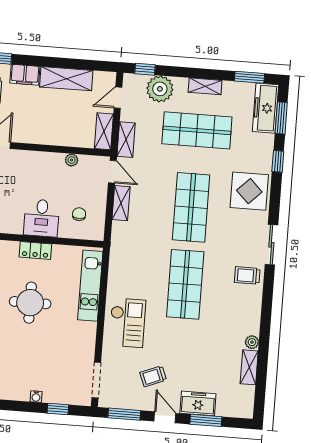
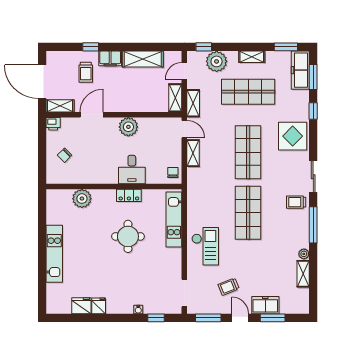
plant: (72, 160) -> (128, 127), moved, width x1.87, depth x1.87
chair: (79, 214) -> (173, 173), moved
window: (267, 306) -> (313, 225), added

